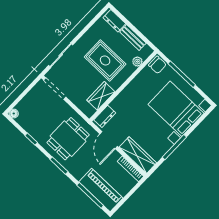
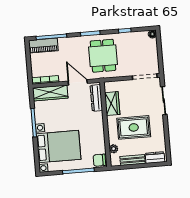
dresser: (105, 116) -> (96, 98), width x1.44
piano: (101, 190) -> (43, 46), width x0.73, depth x0.75

